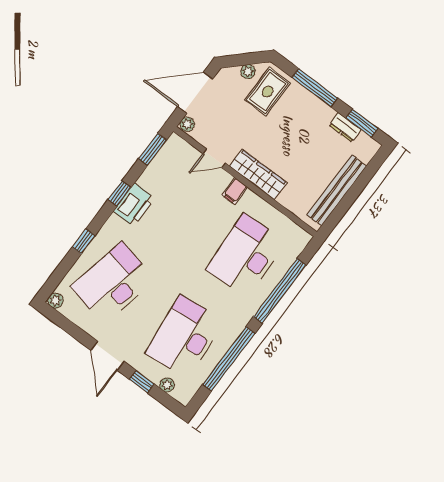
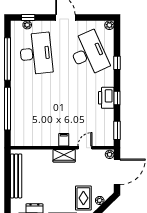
wardrobe: (258, 174) -> (64, 156), width x0.67
desk: (246, 255) -> (36, 113), removed
desk: (113, 283) -> (89, 54), turned -36
window: (142, 382) -> (28, 18), moved

